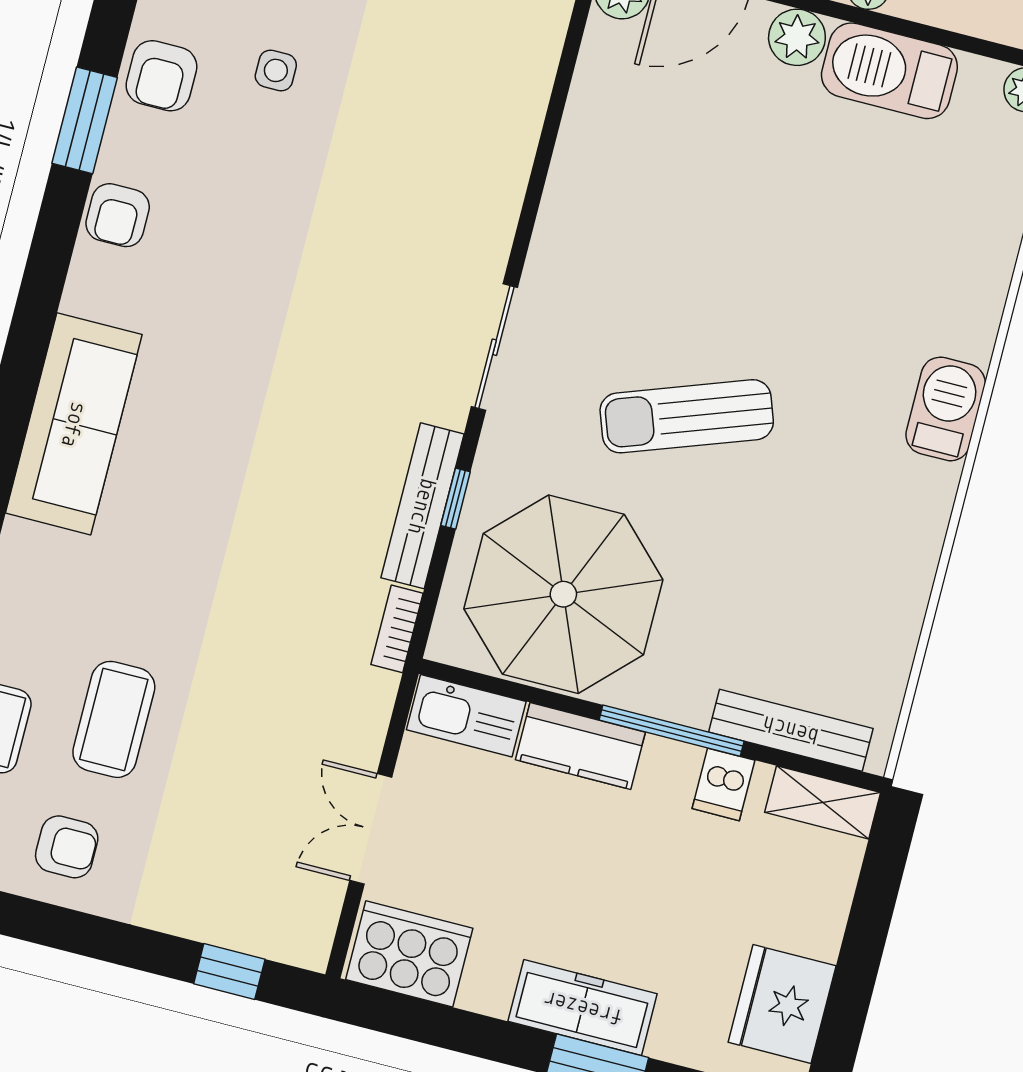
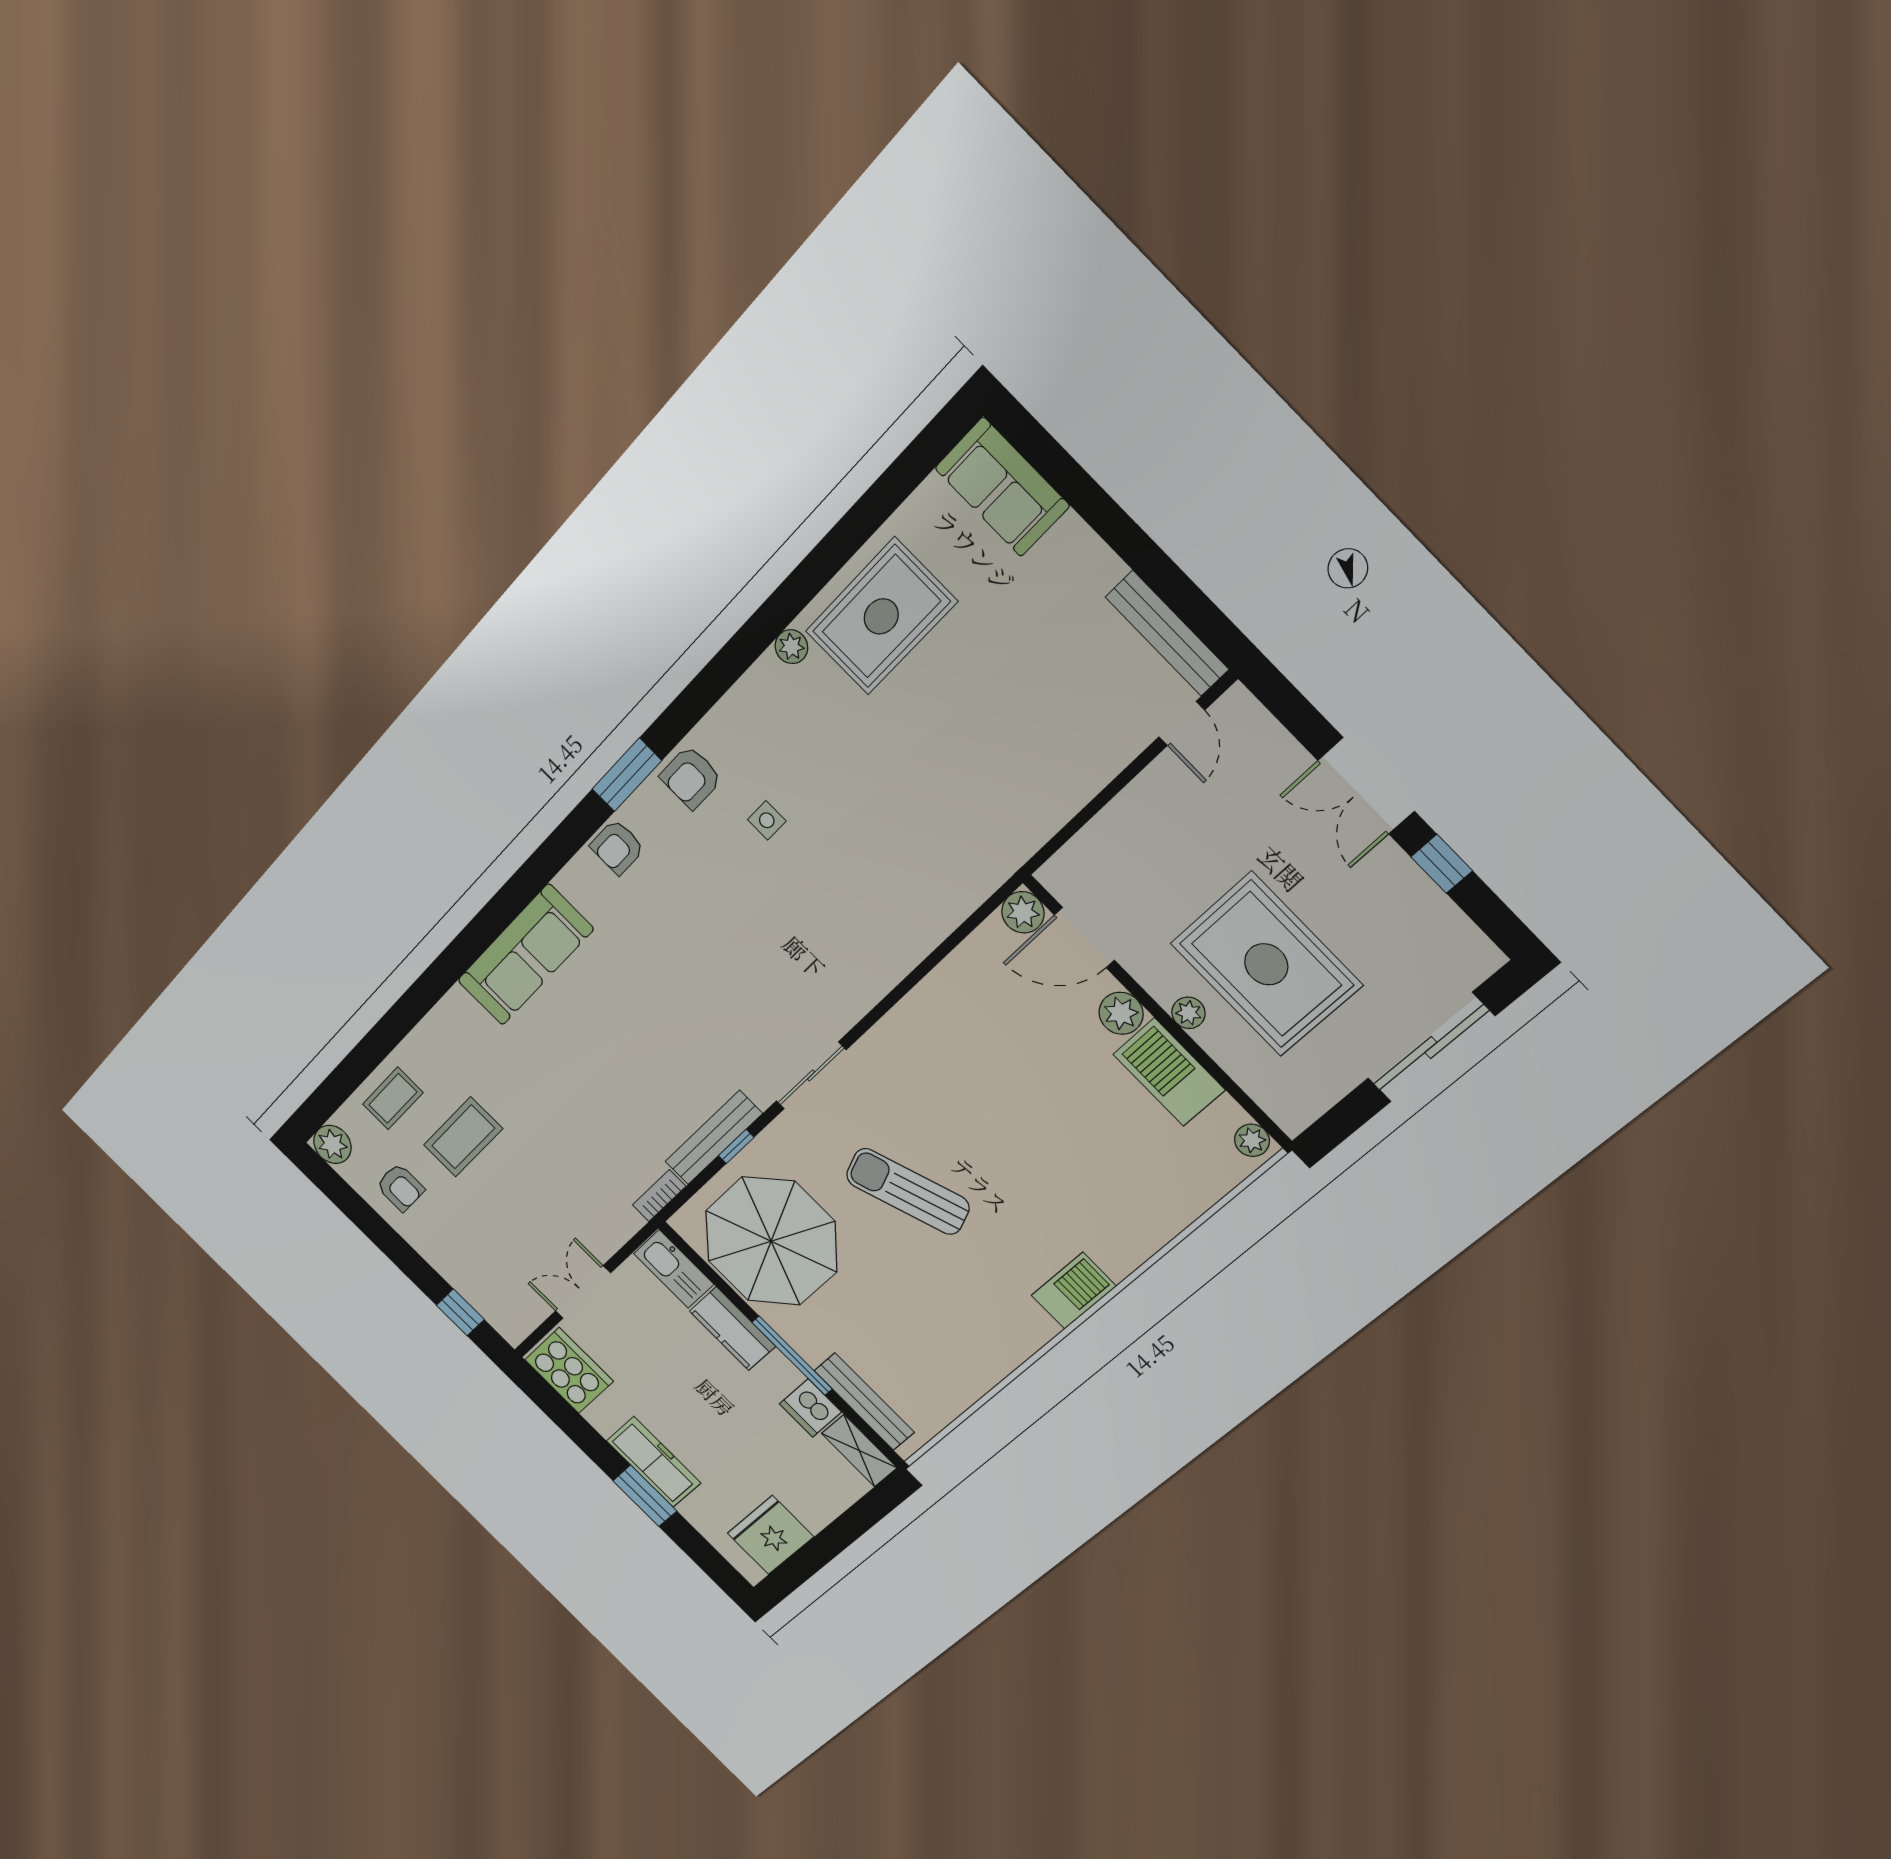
dishwasher: (723, 784) -> (810, 1408), width x1.38

